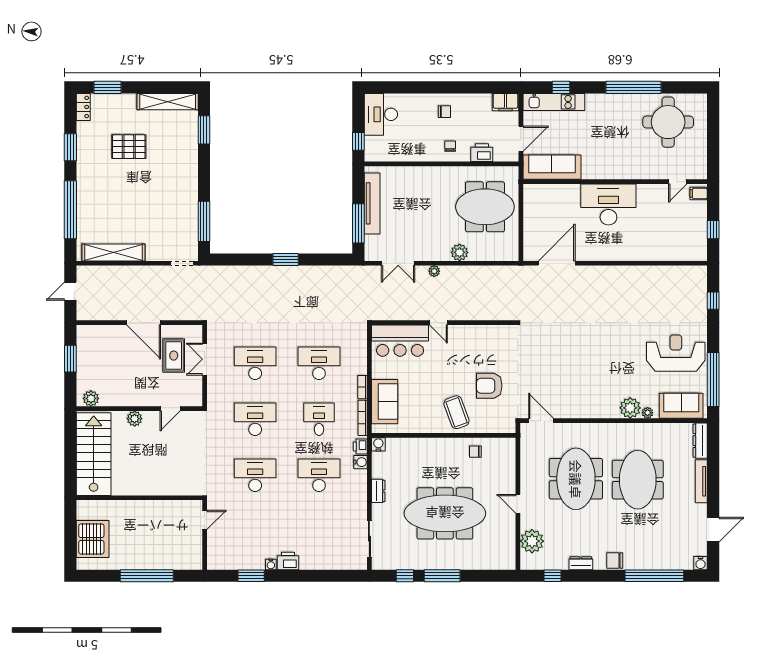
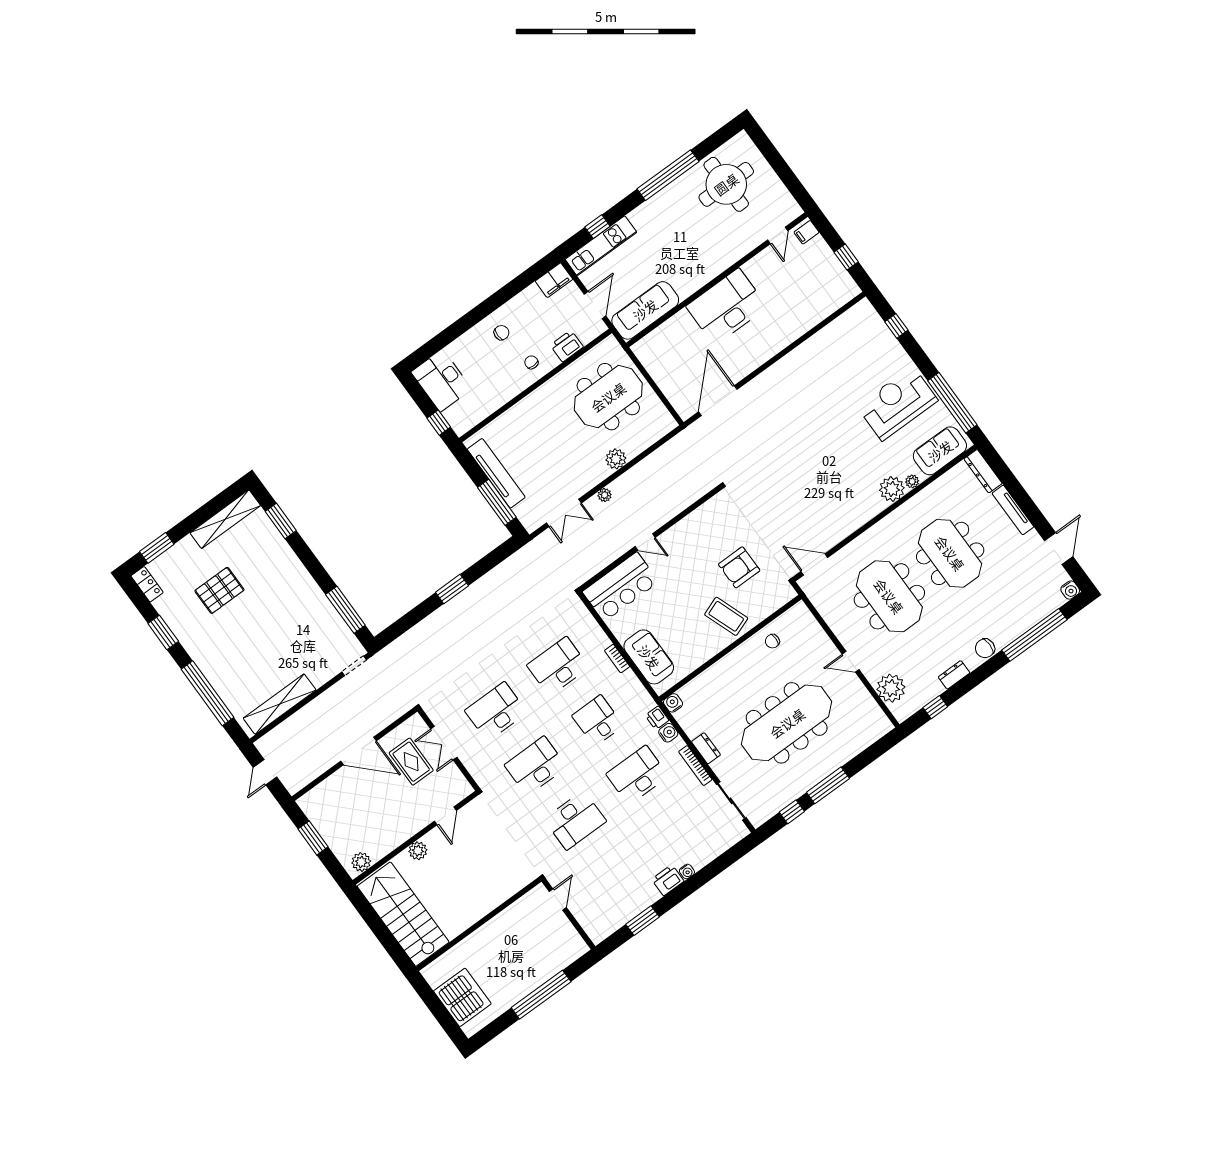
bookcase: (363, 418) -> (695, 766), moved
desk: (255, 475) -> (575, 820), turned 180
water cooler: (271, 564) -> (687, 872), moved

